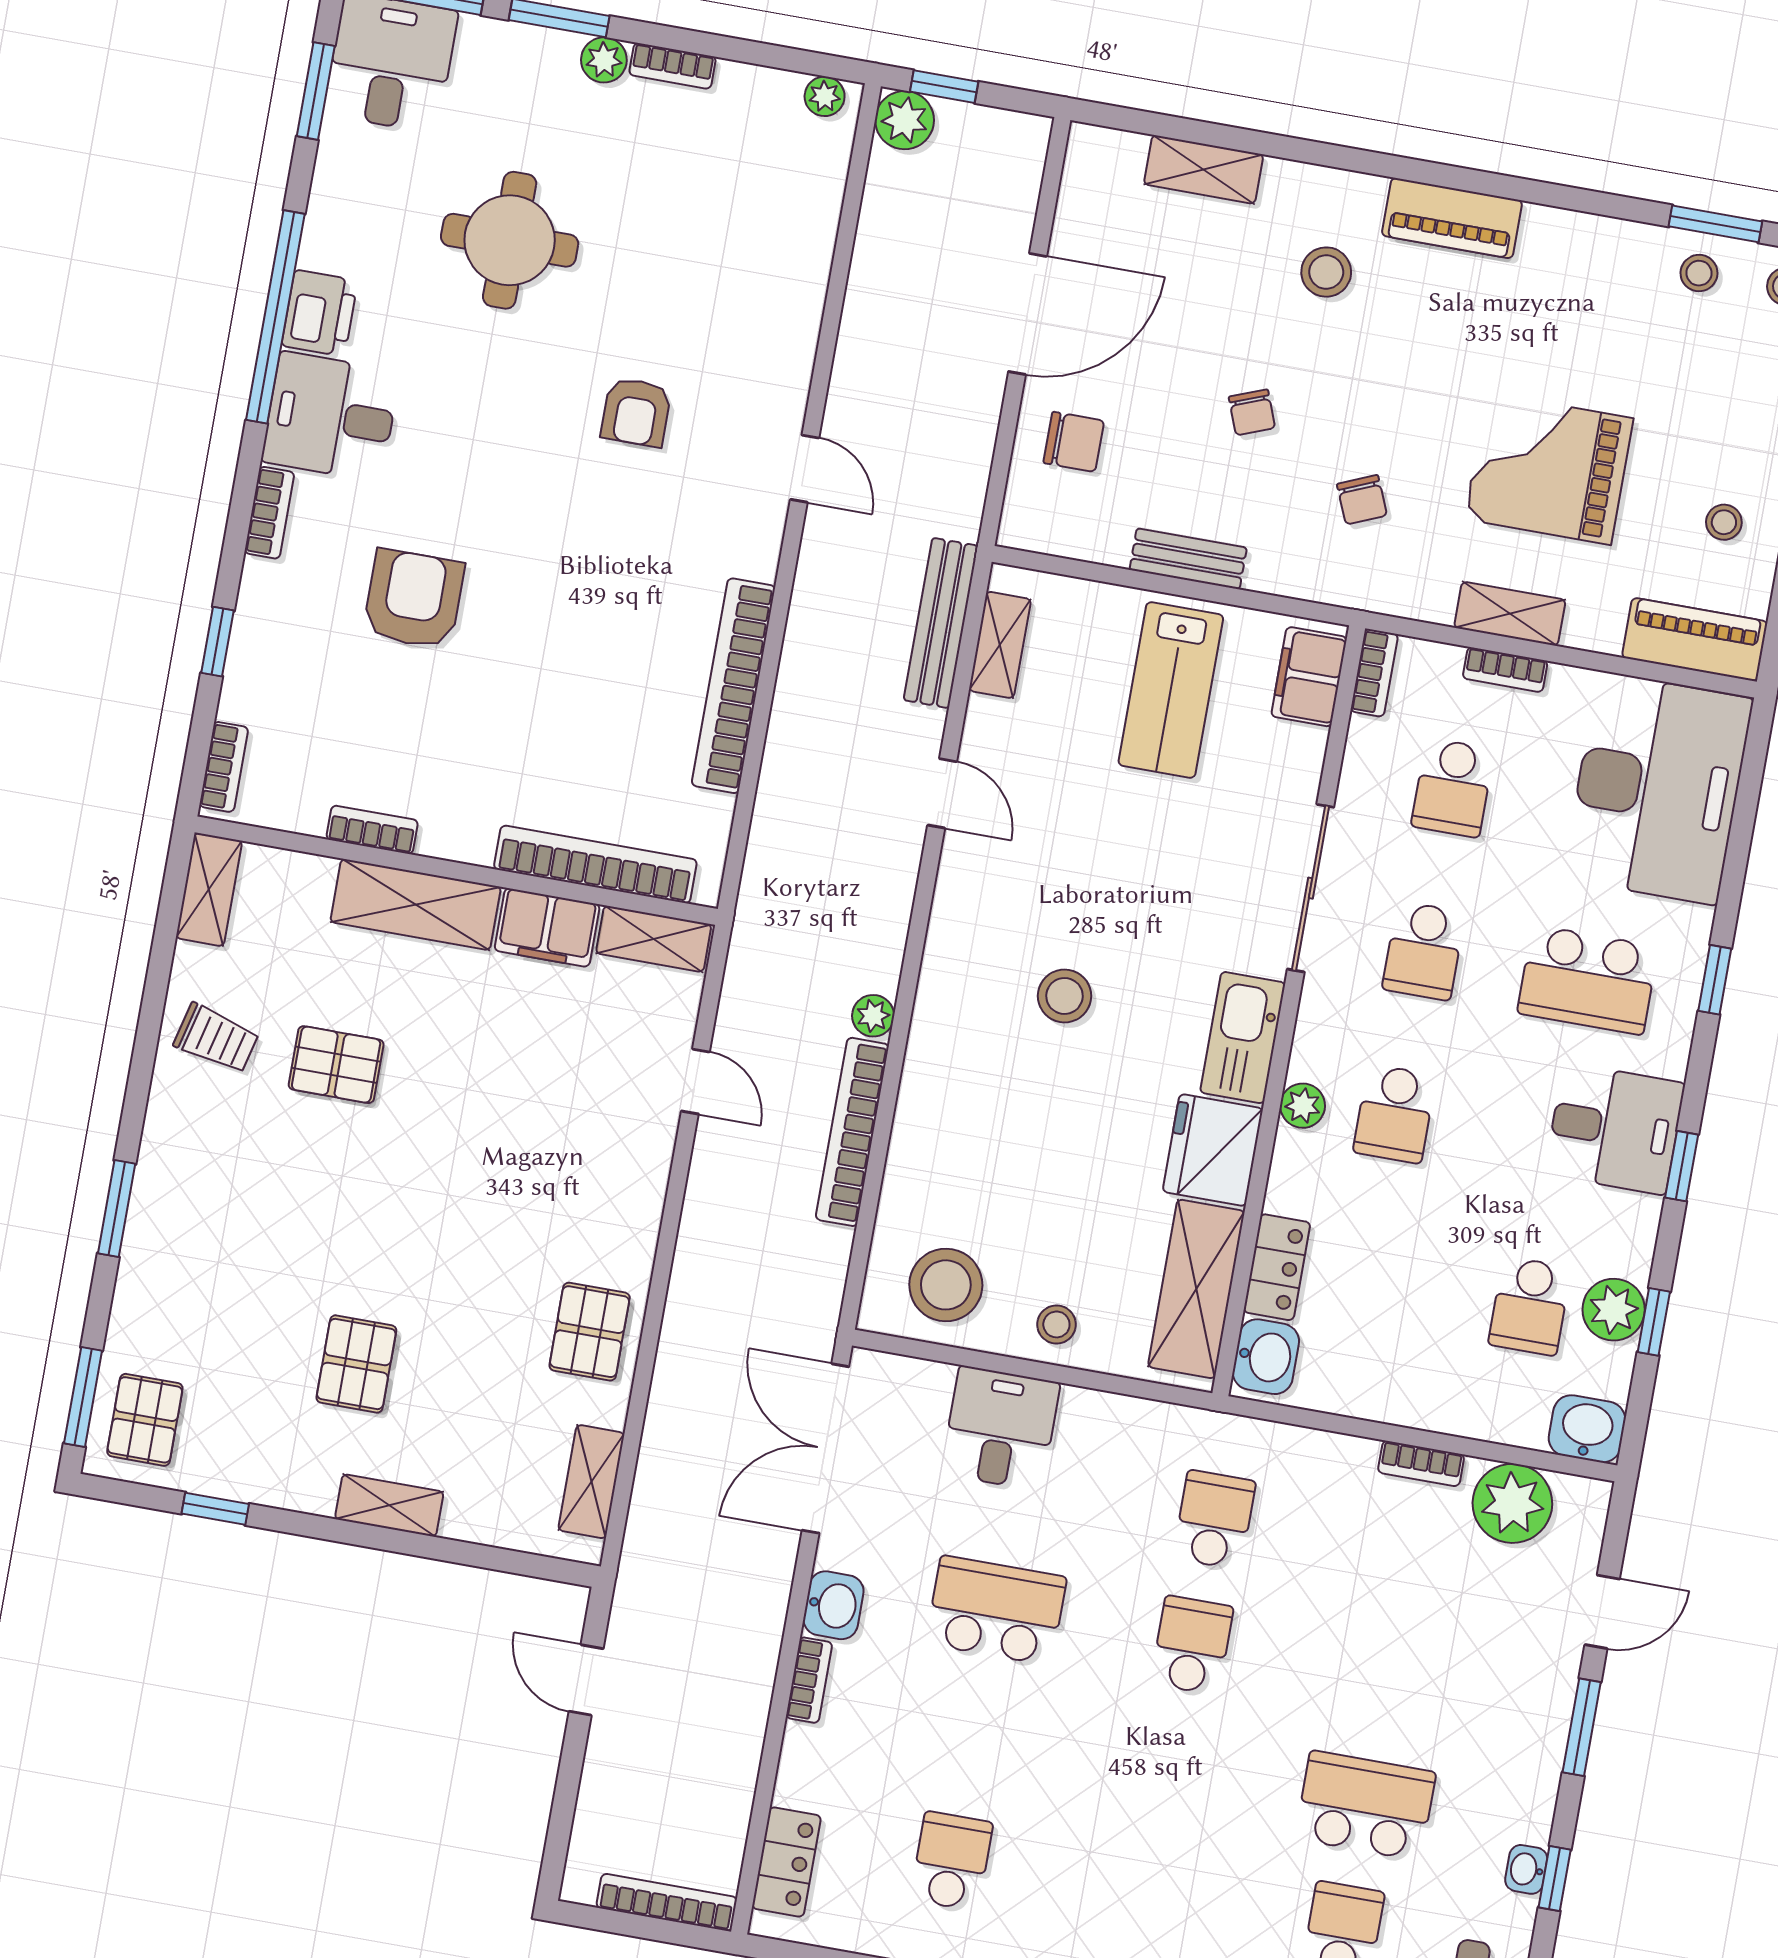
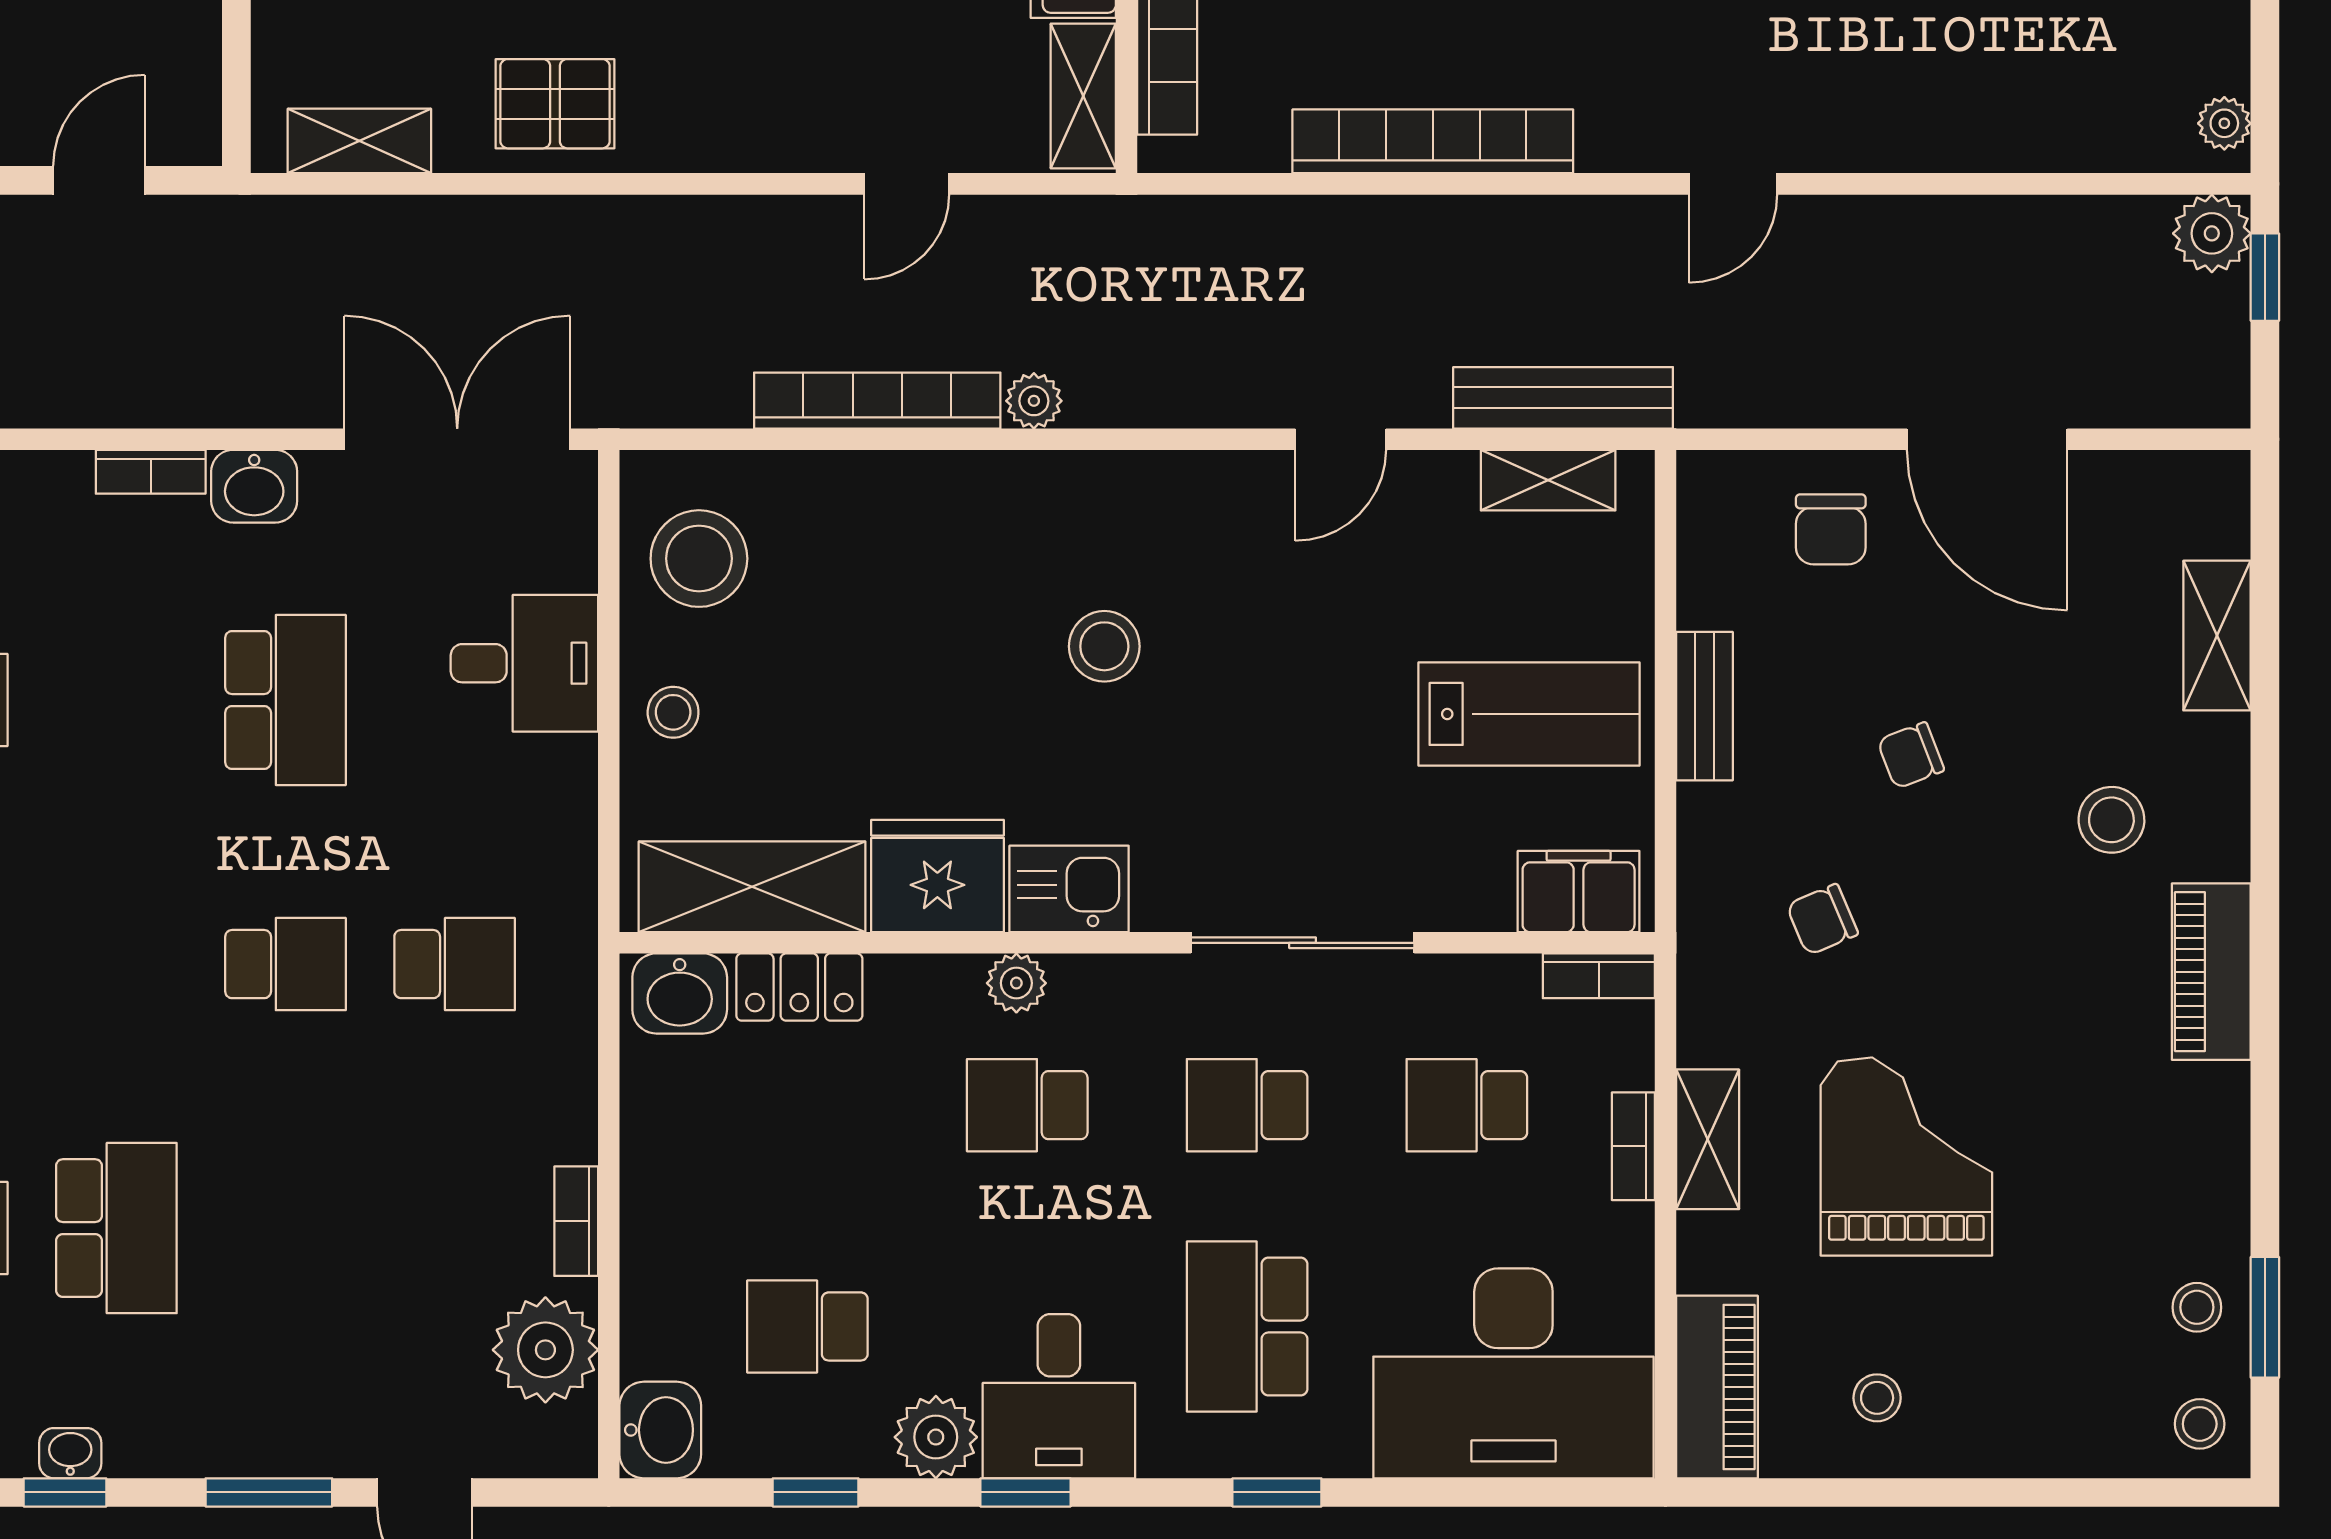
lab bench: (1171, 690) -> (1529, 714), turned 180
kitchen sink: (1243, 1038) -> (1069, 889), width x0.73
plant: (1614, 1310) -> (936, 1437), moved

